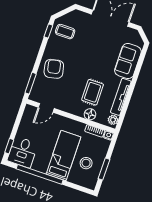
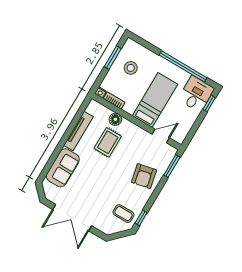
plant: (113, 120) -> (92, 108), removed
bed: (63, 155) -> (155, 100), moved, turned 180

